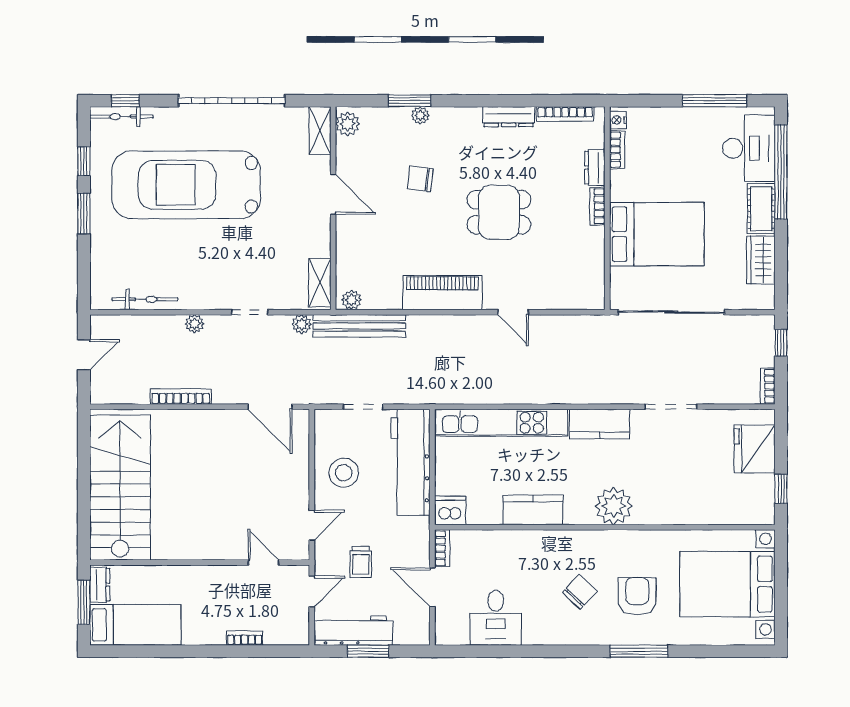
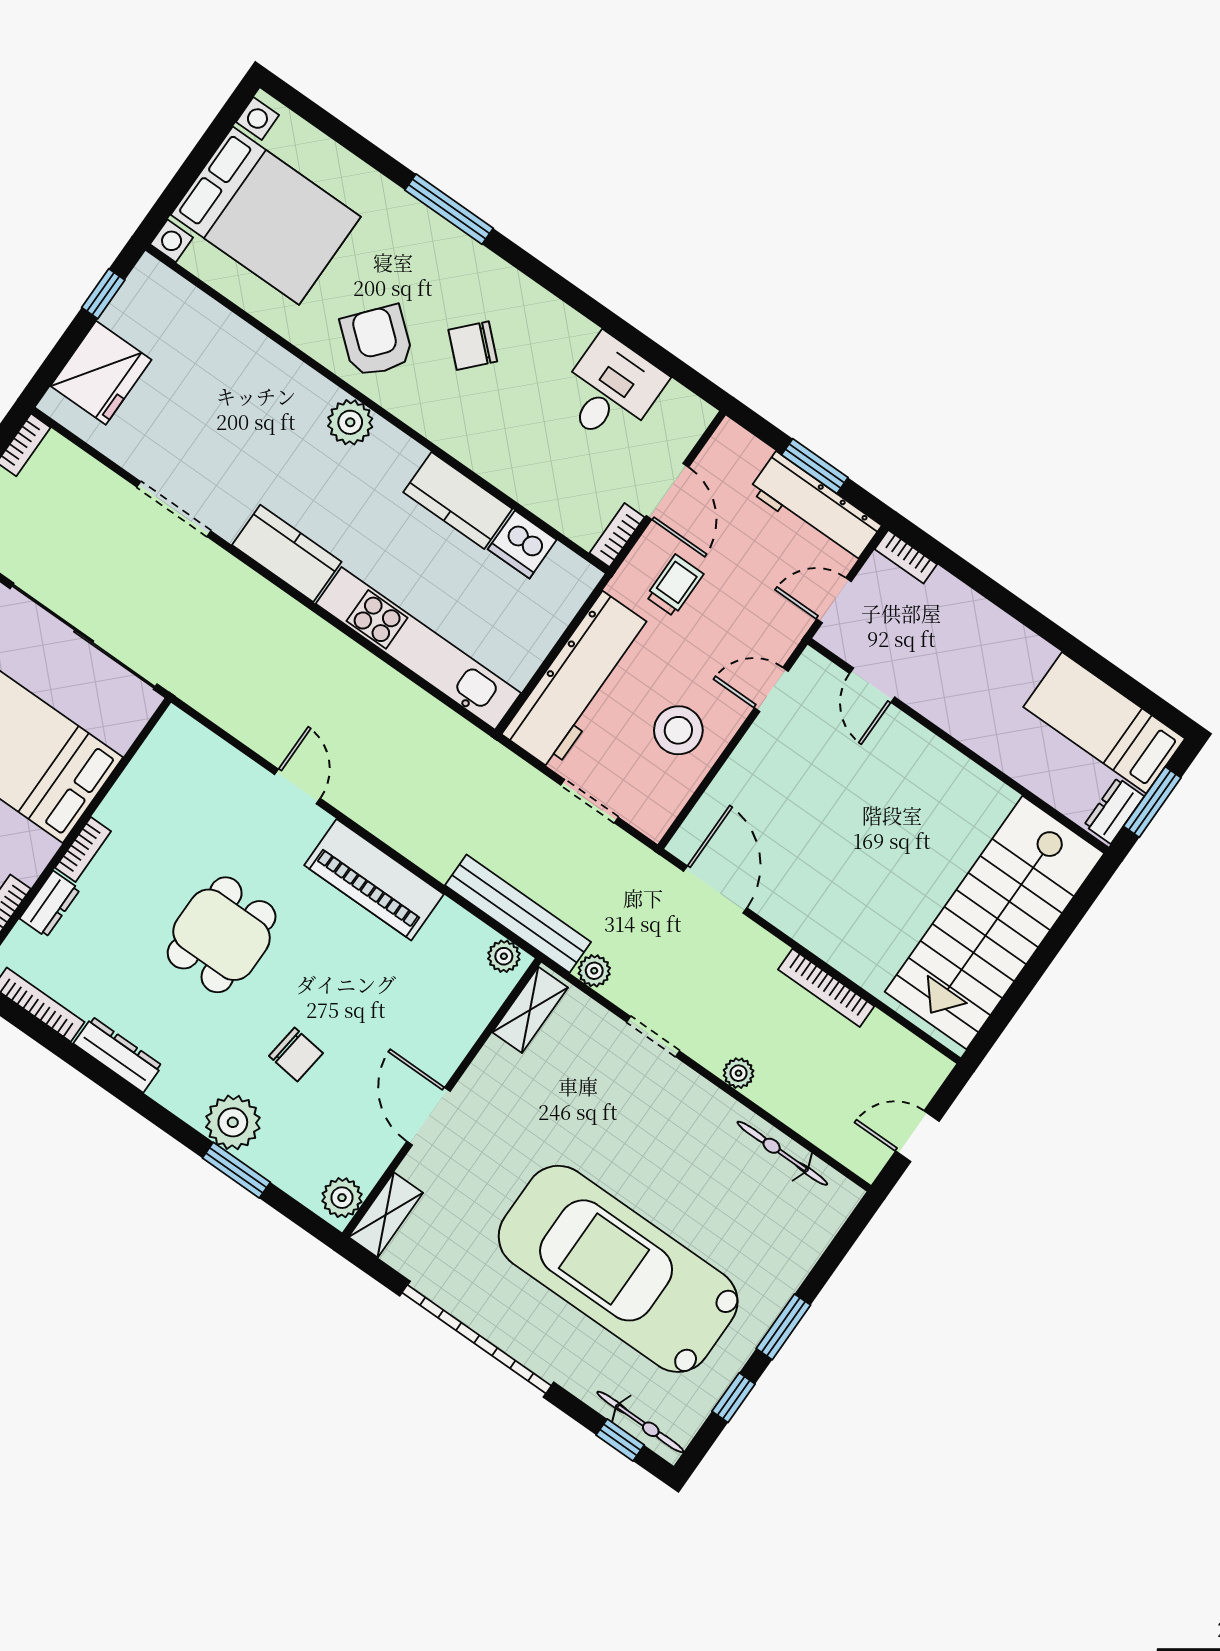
plant: (420, 115) -> (233, 1122), width x1.88, depth x1.88
car: (186, 185) -> (618, 1269), turned 180
dining table: (499, 212) -> (222, 935), turned 90
plant: (614, 506) -> (350, 422), width x0.73, depth x0.73
dishwasher: (450, 510) -> (522, 545), moved
trolley: (361, 562) -> (675, 585), moved
armchair: (637, 596) -> (377, 341), moved, turned 130
bookcase: (245, 638) -> (906, 557), moved

